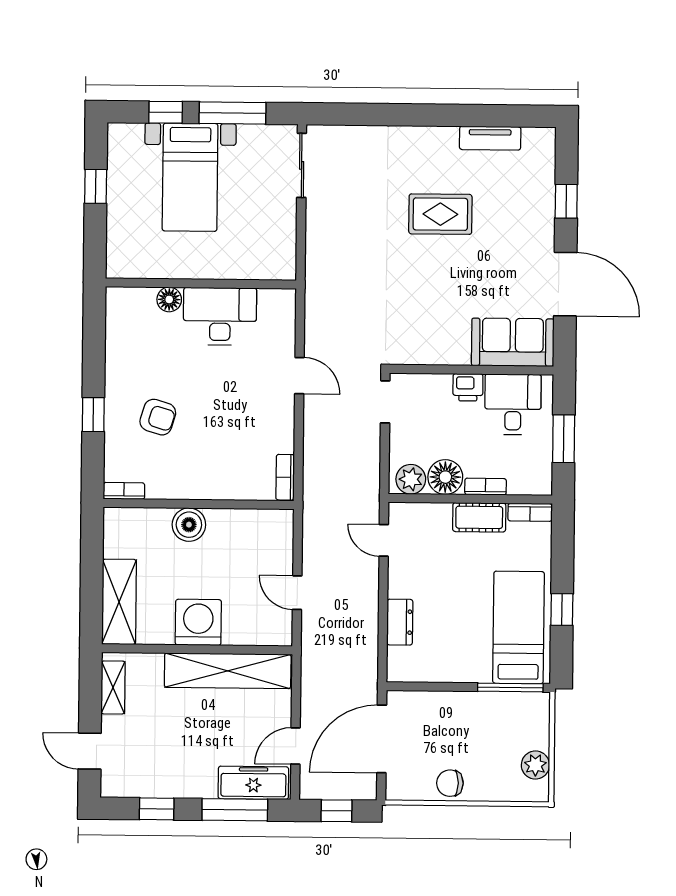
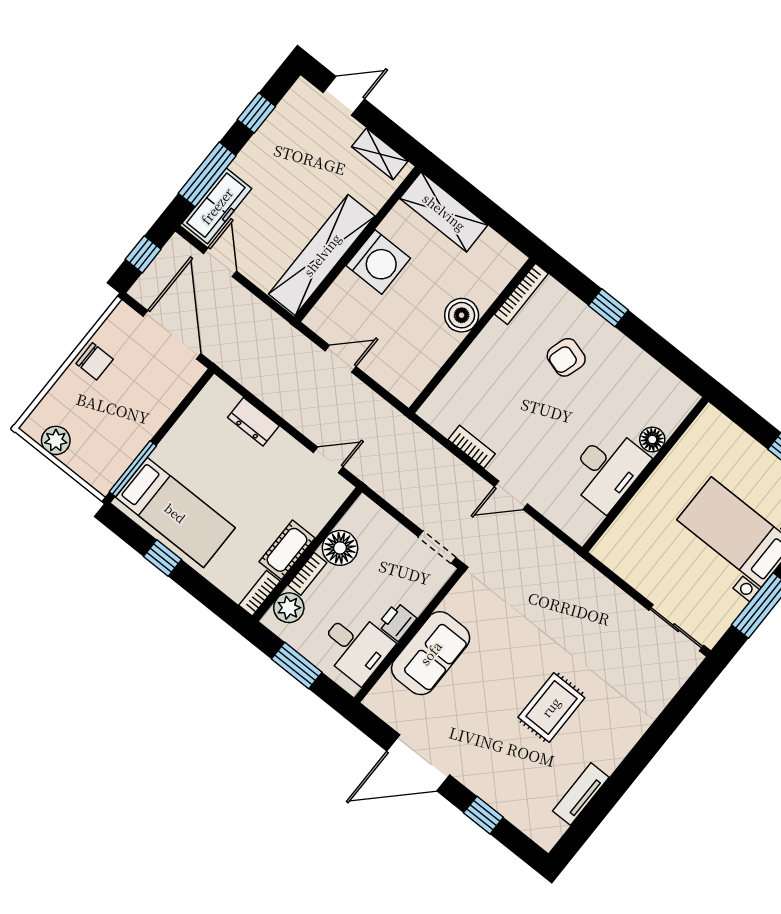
sofa: (513, 342) -> (431, 653), moved
bookcase: (285, 477) -> (472, 447), moved
plant: (411, 479) -> (289, 608), moved
bookcase: (124, 491) -> (521, 294), width x1.56
chair: (450, 783) -> (95, 361), turned 90

